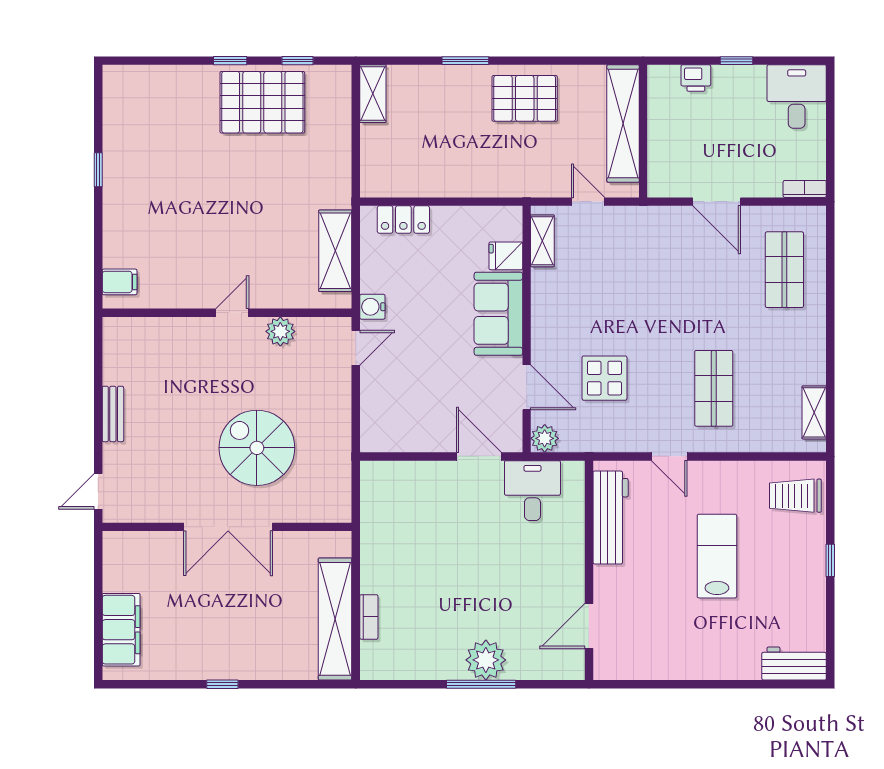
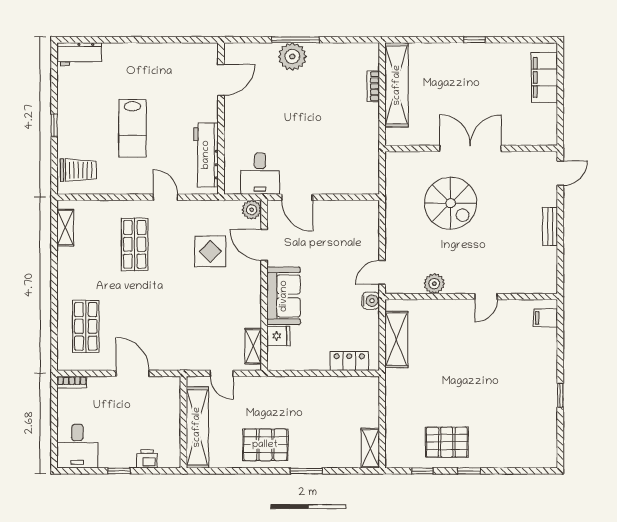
pallet: (262, 102) -> (447, 442), width x0.73, depth x0.71
door: (232, 313) -> (486, 297), moved

